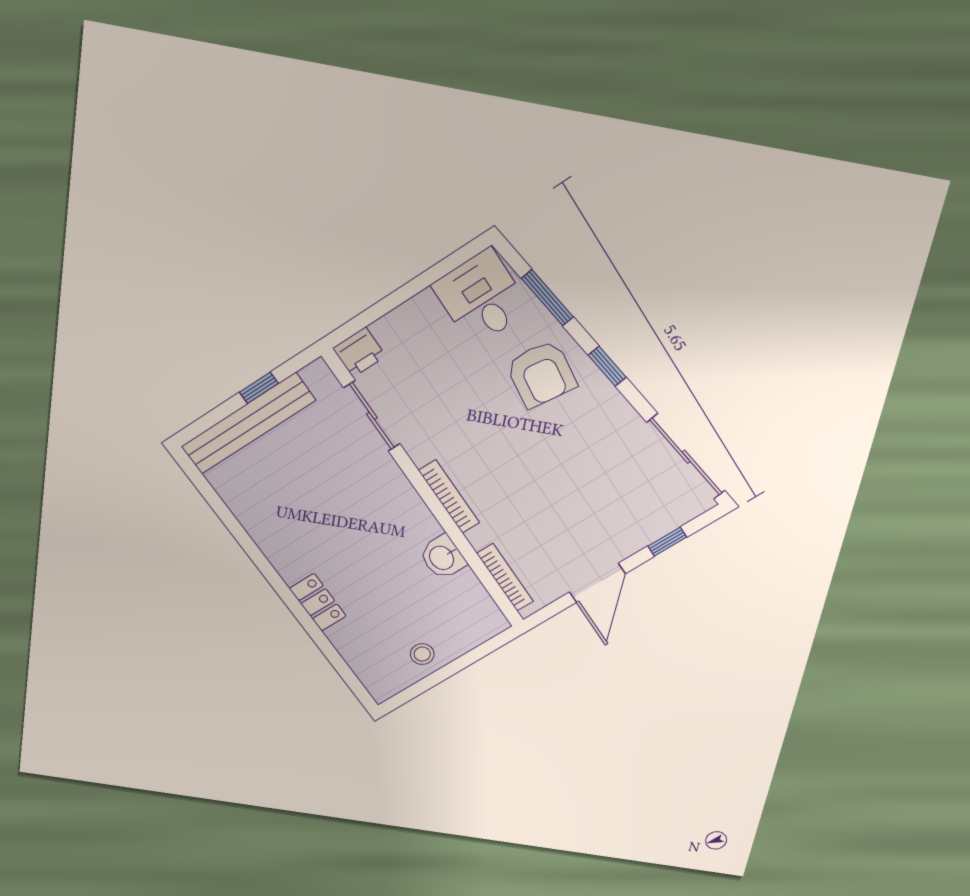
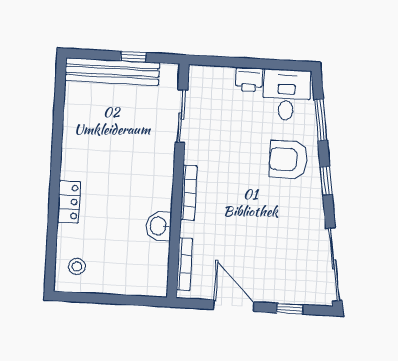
printer: (359, 352) -> (249, 79), moved
armchair: (541, 374) -> (288, 159), turned 83
door: (597, 583) -> (234, 306), swing flipped
stool: (422, 654) -> (77, 266), moved

